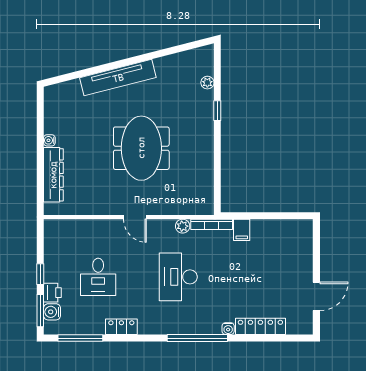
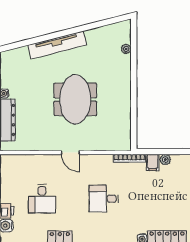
window: (217, 111) -> (134, 71), removed
plant: (183, 226) -> (165, 160), moved
desk: (178, 277) -> (104, 199), width x0.73

